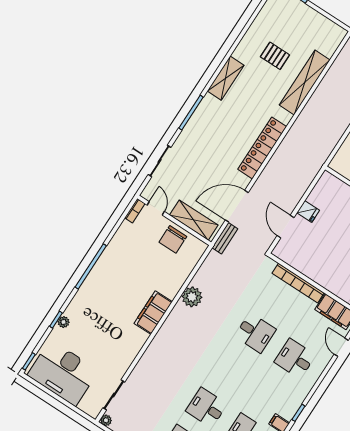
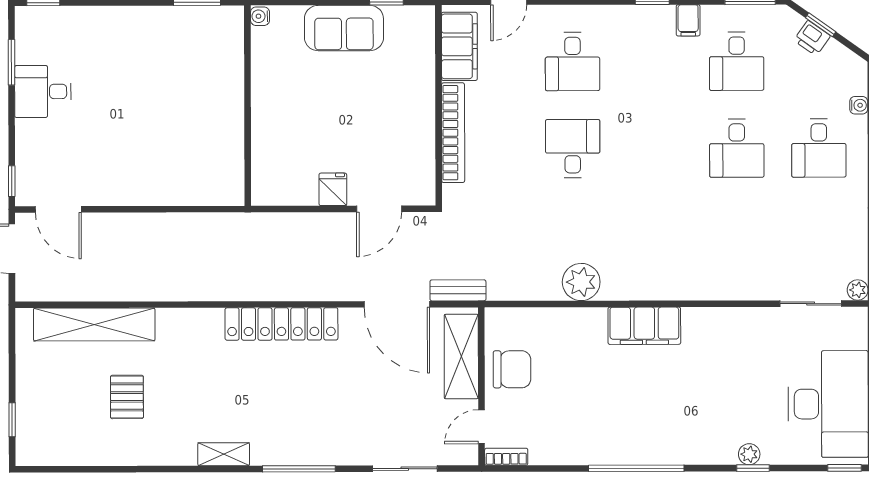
shelving: (226, 78) -> (224, 454), width x0.67, depth x0.75
shelving: (305, 83) -> (94, 325), moved

